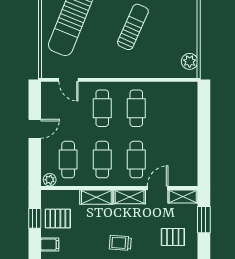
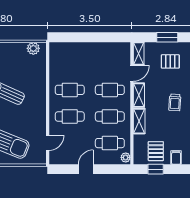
door: (35, 129) -> (86, 169), hinge flipped
door: (158, 188) -> (132, 73), swing flipped
window: (204, 220) -> (167, 37), moved
pallet: (173, 237) -> (170, 61), turned 90

